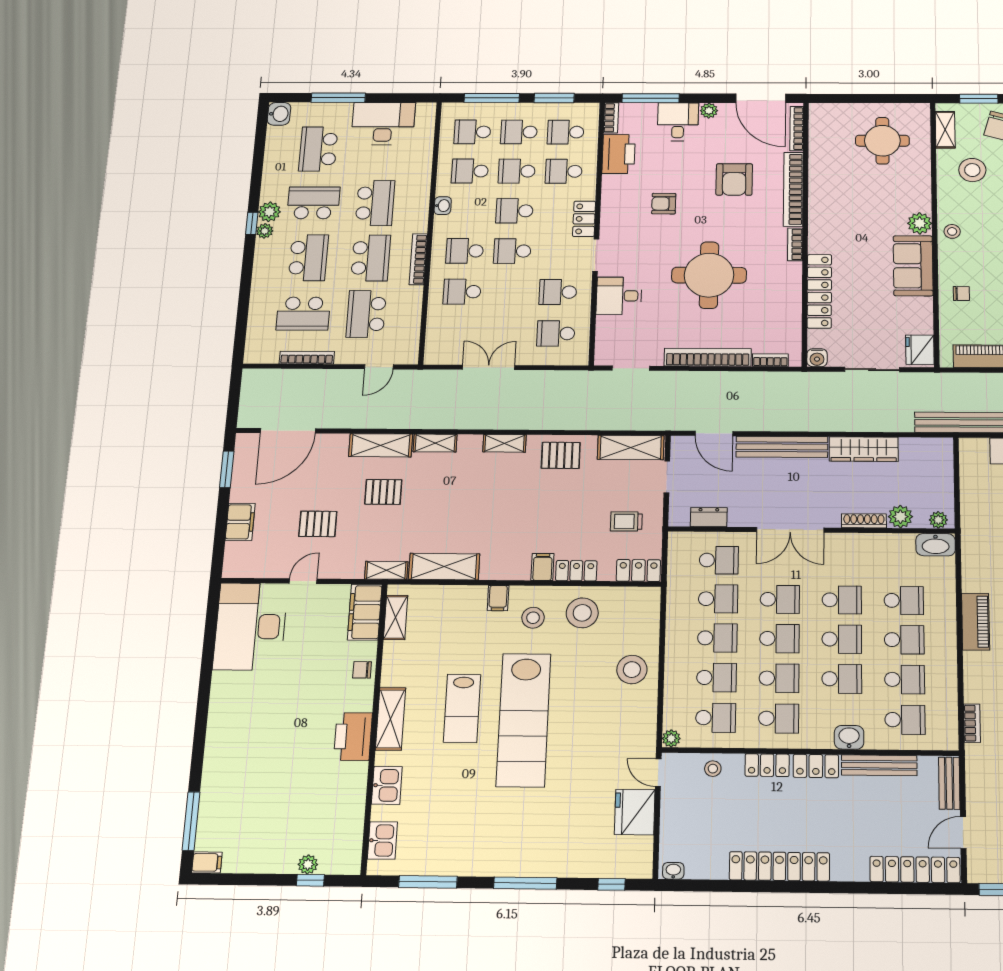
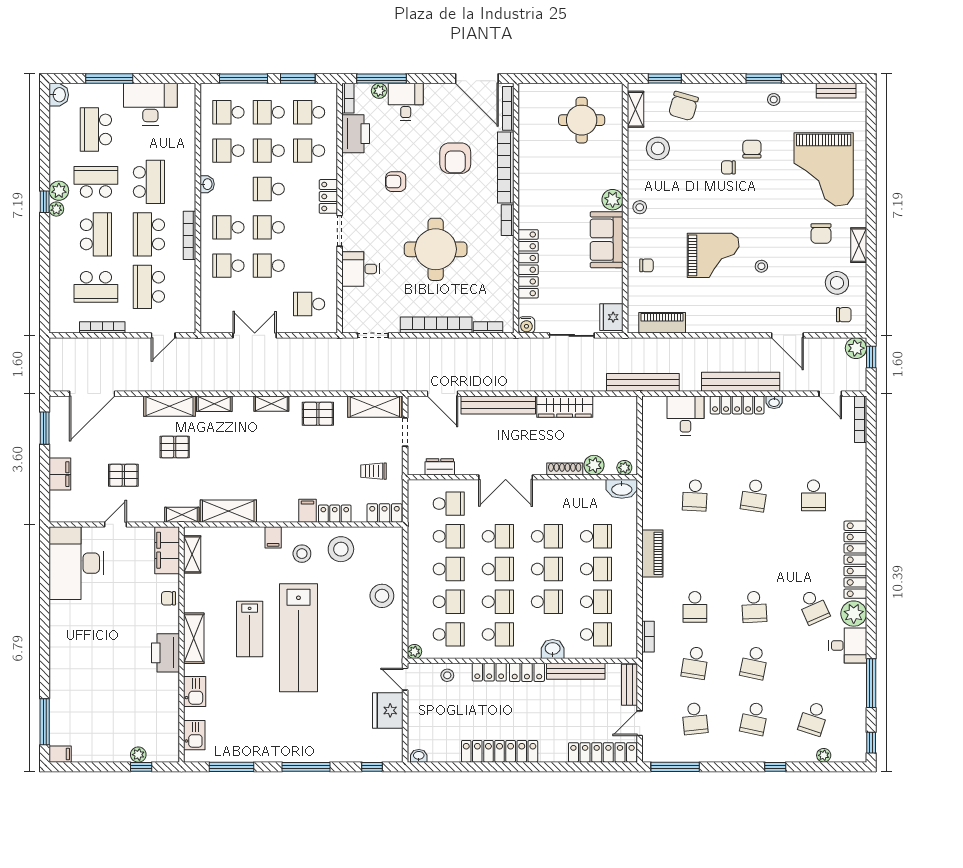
plant: (709, 111) -> (379, 91), moved
school desk: (371, 258) -> (149, 234), turned 180
school desk: (558, 292) -> (269, 266), moved

